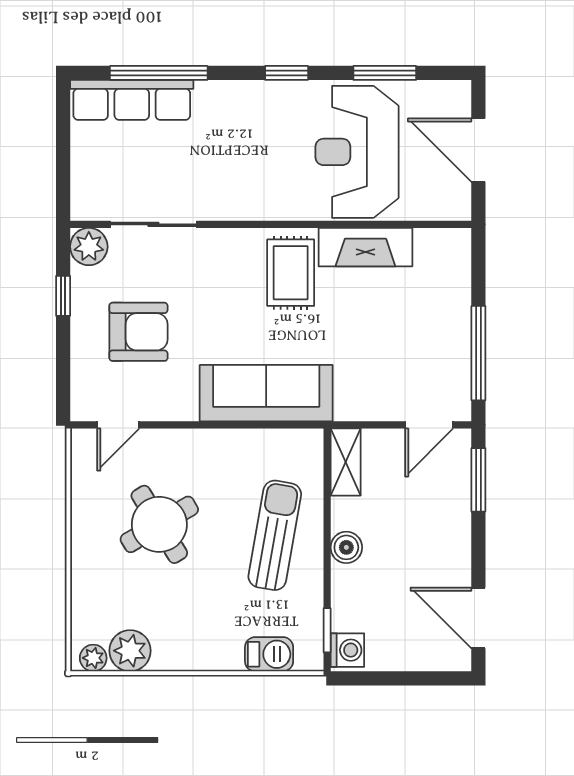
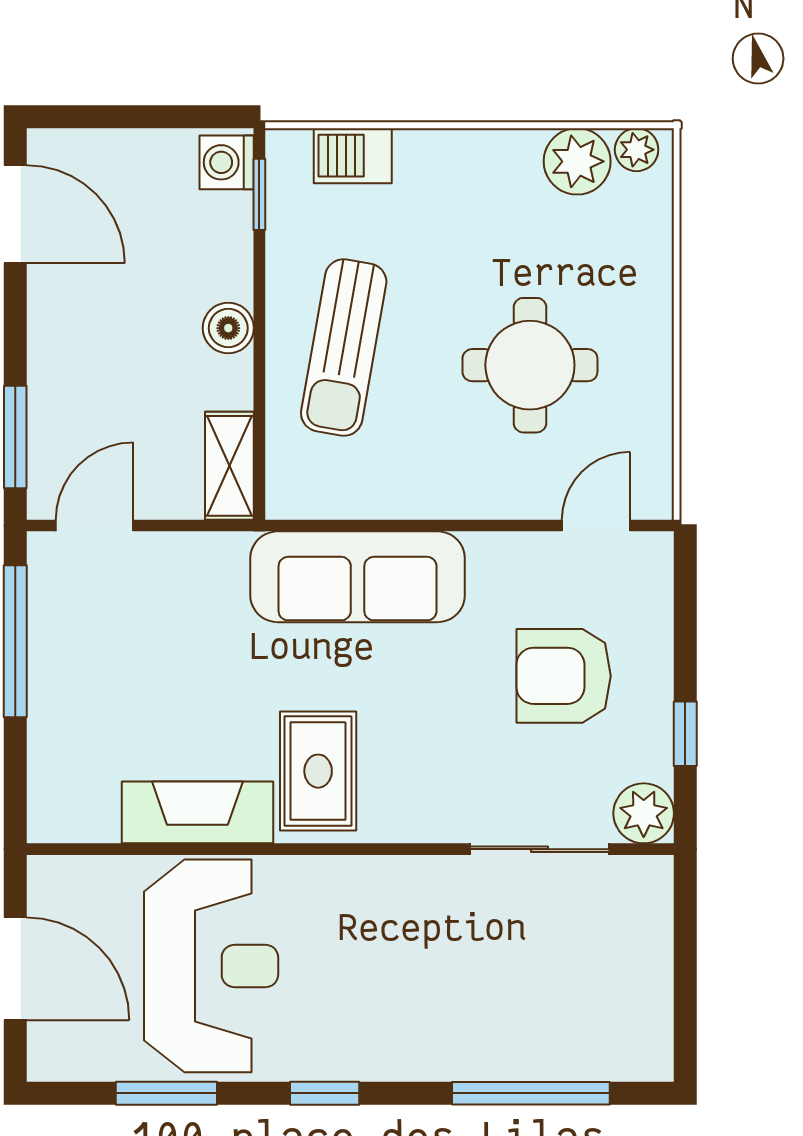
row of seats: (132, 100) -> (574, 1050), removed
round table: (159, 524) -> (530, 365), turned 31

